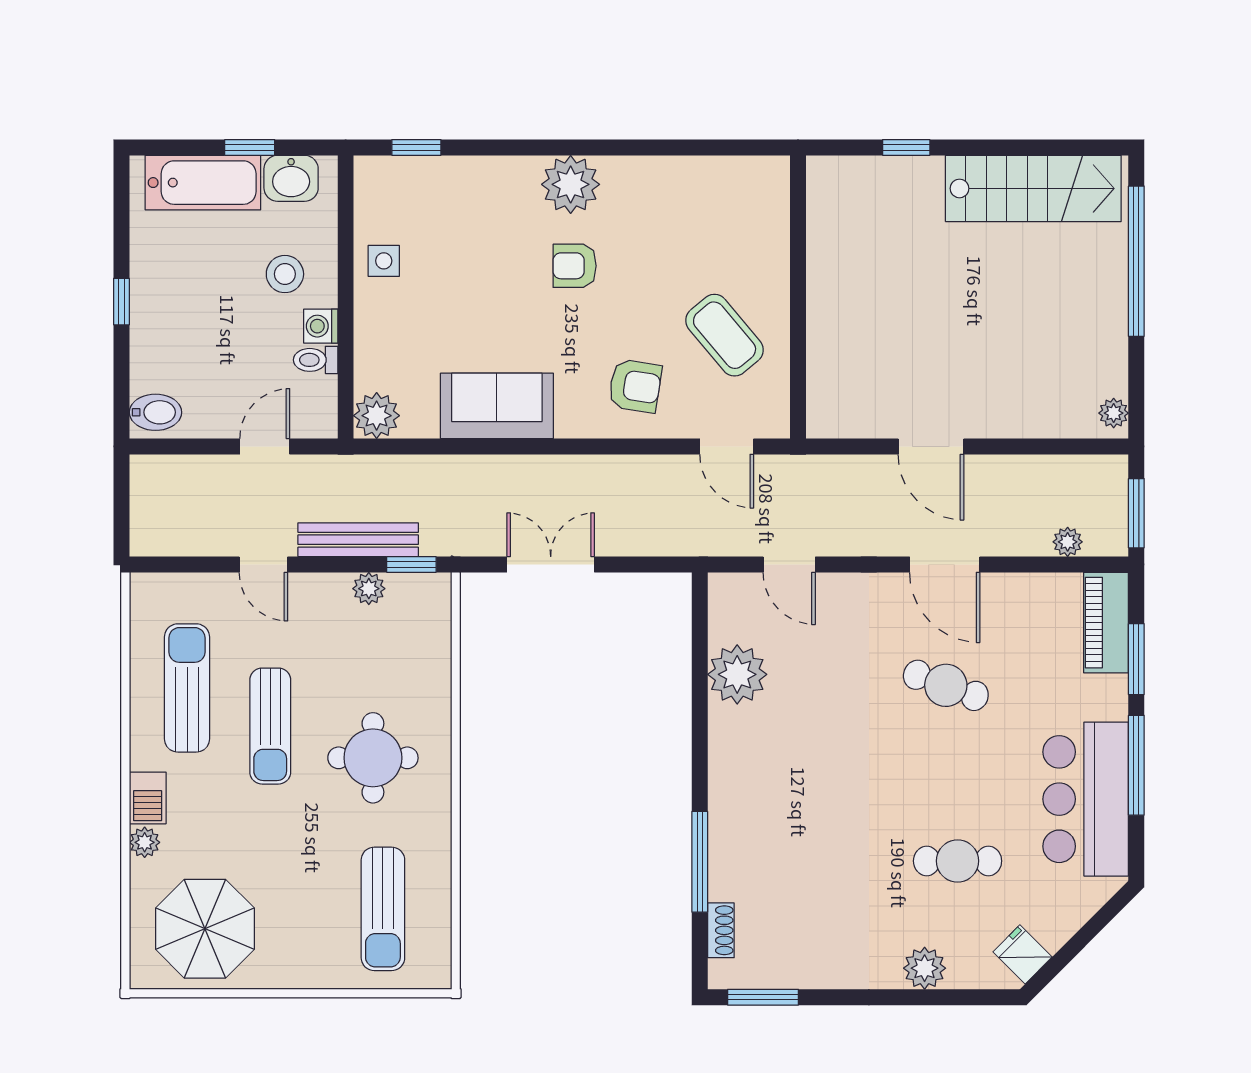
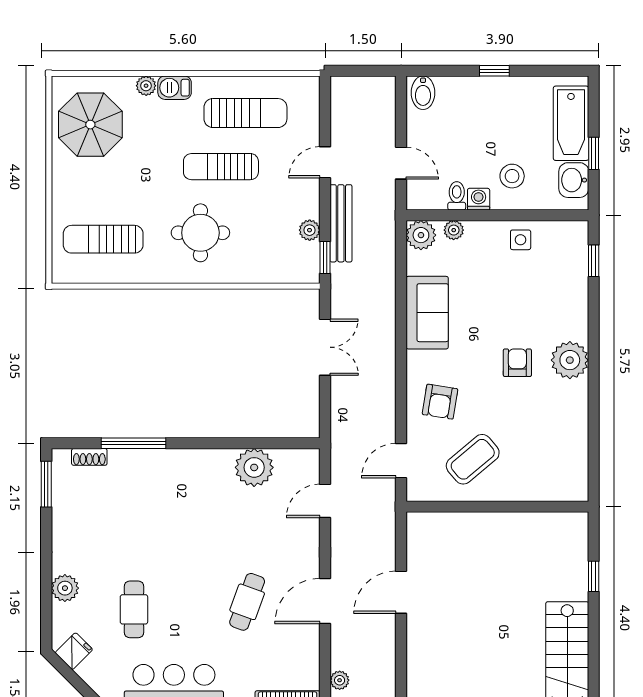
plant: (369, 365) -> (454, 230), added

